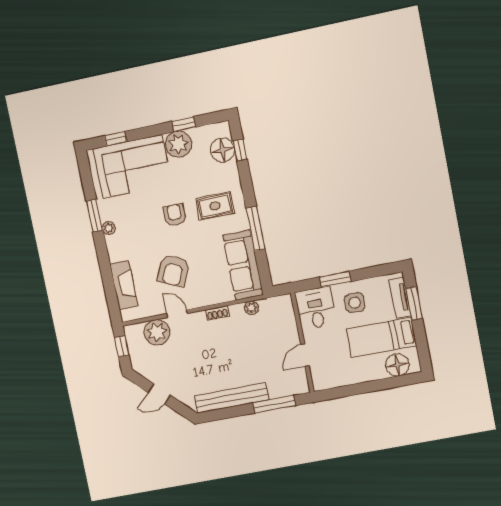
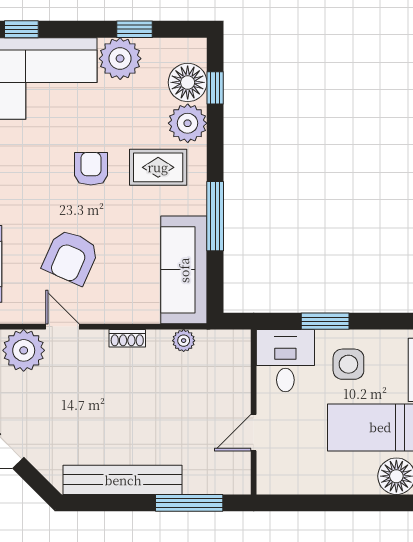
plant: (227, 175) -> (188, 123), added

